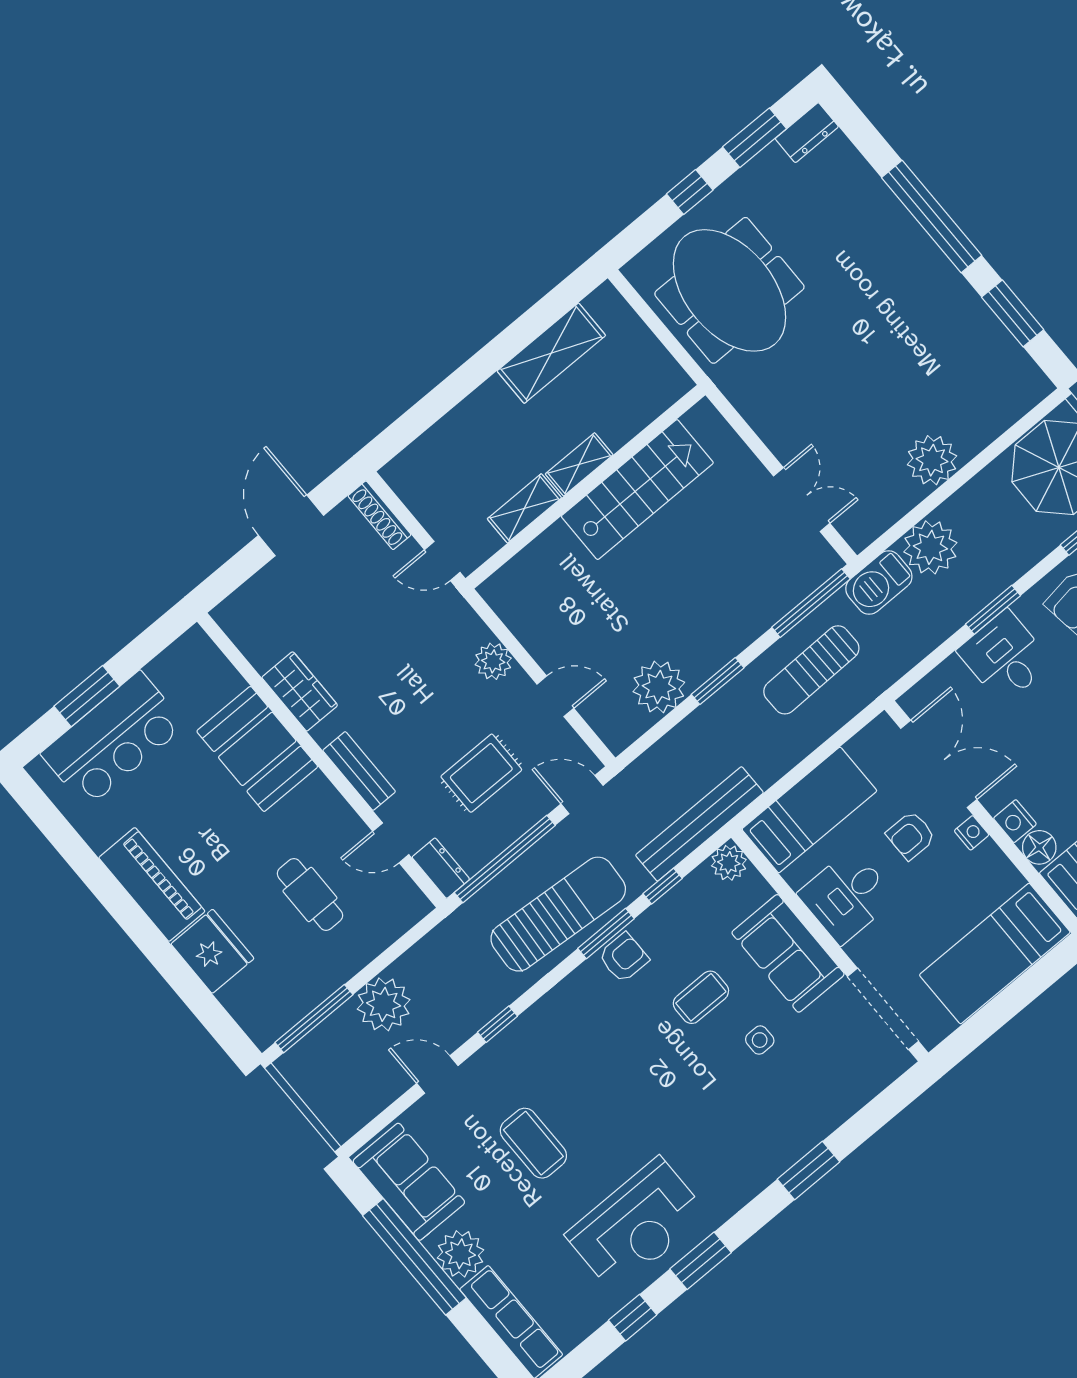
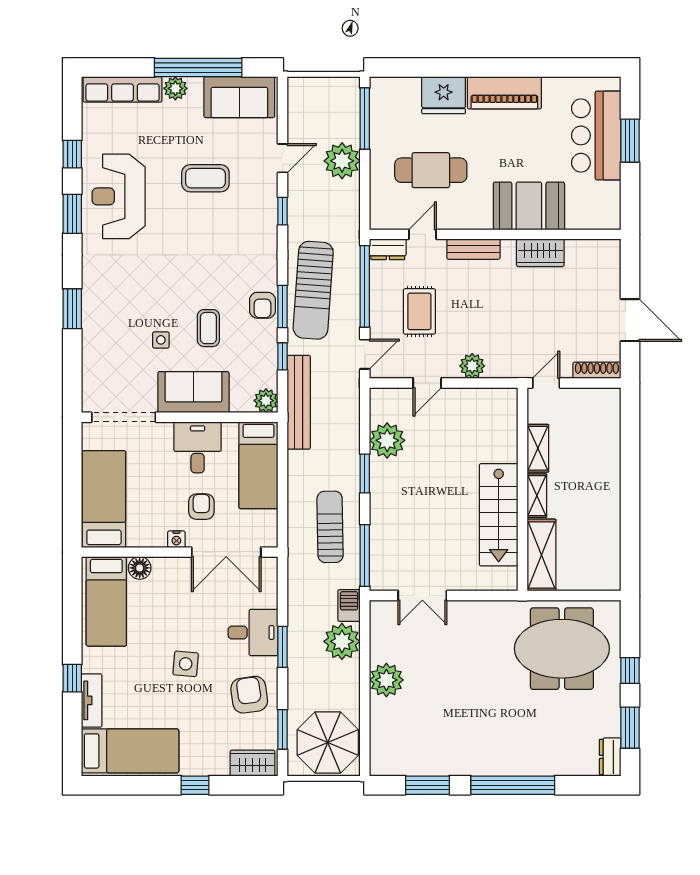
shelving: (551, 353) -> (541, 555), moved
barbecue: (879, 583) -> (349, 606), width x0.73, depth x0.79
nightstand: (1015, 821) -> (164, 567), removed
cafe table: (310, 895) -> (431, 170), width x1.37, depth x1.35
plant: (460, 1254) -> (175, 88), width x0.73, depth x0.73

